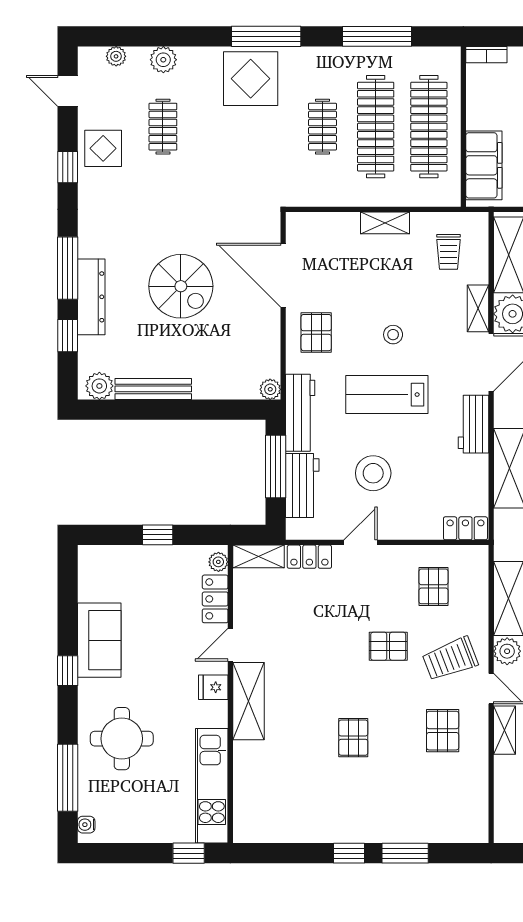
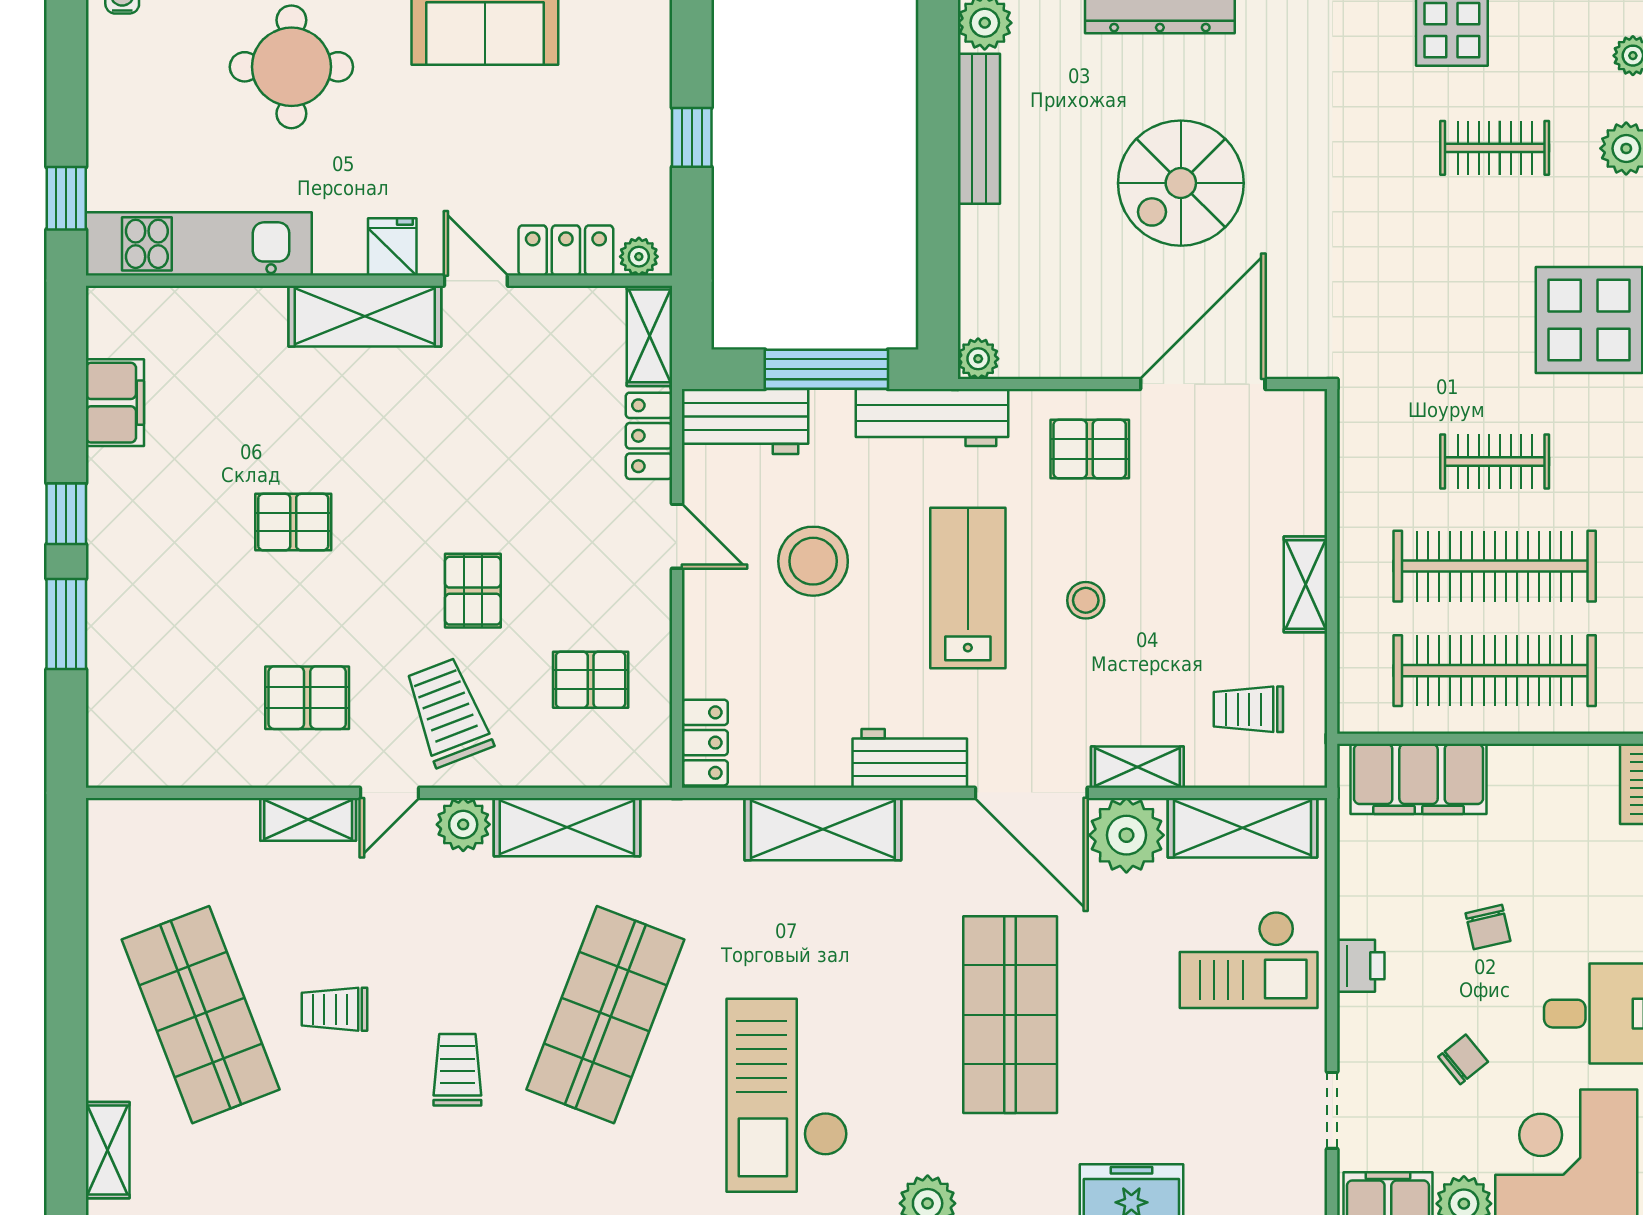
workbench: (302, 486) -> (745, 422), moved
filing cabinet: (293, 828) -> (115, 403), added

